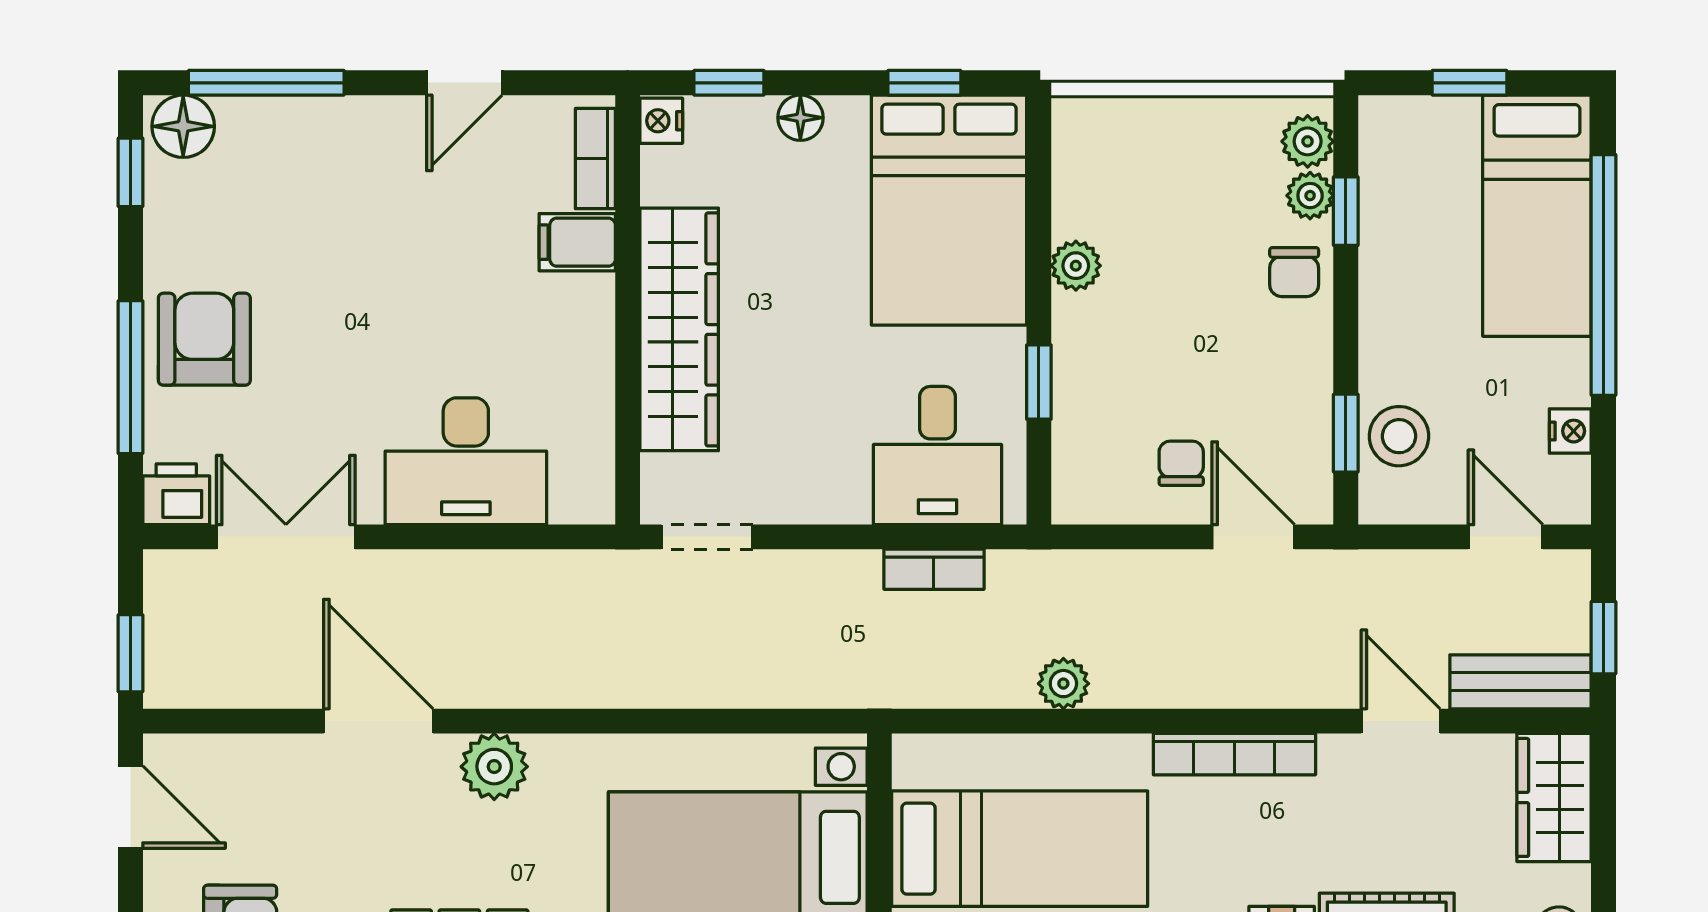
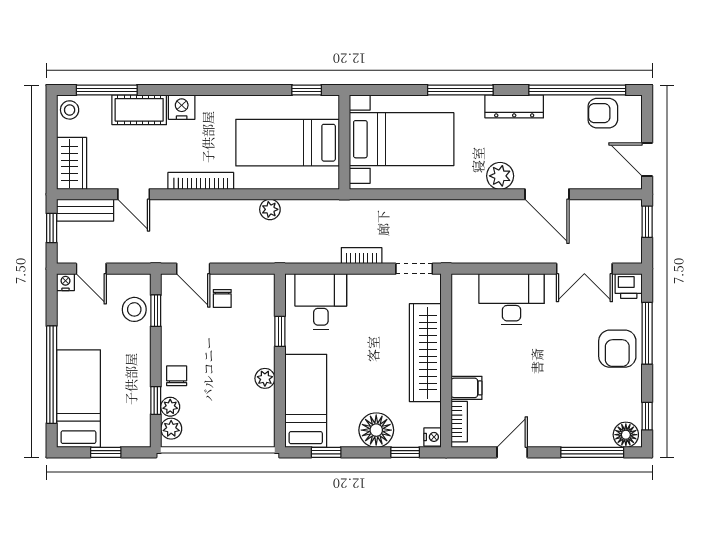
floor lamp: (800, 118) -> (376, 430), width x1.89, depth x1.89
bed: (949, 210) -> (306, 401), width x0.67
nightstand: (1570, 431) -> (65, 282), moved, turned 90
bookcase: (934, 569) -> (362, 256), moved

